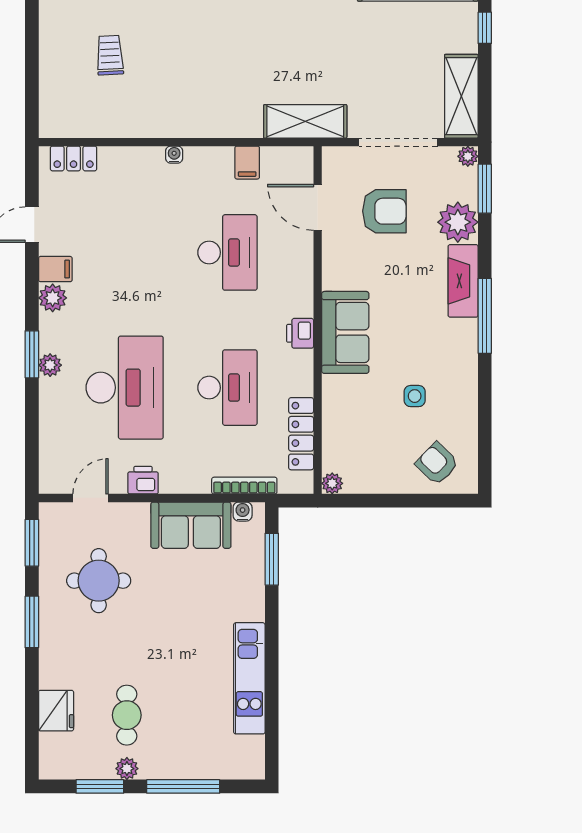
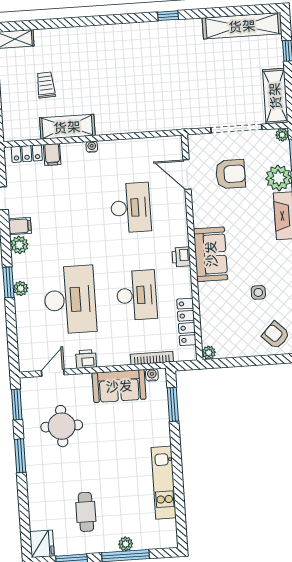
shelving: (305, 121) -> (67, 127), moved
filing cabinet: (247, 163) -> (52, 155), moved
fridge: (56, 711) -> (42, 544), moved
plant: (127, 769) -> (126, 544), moved

